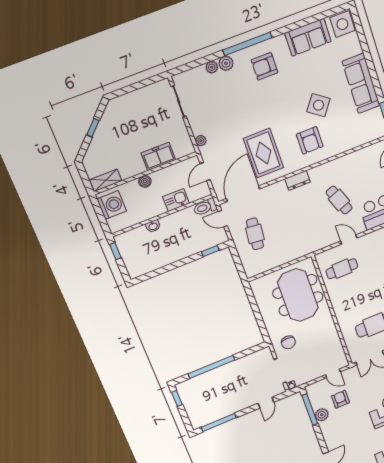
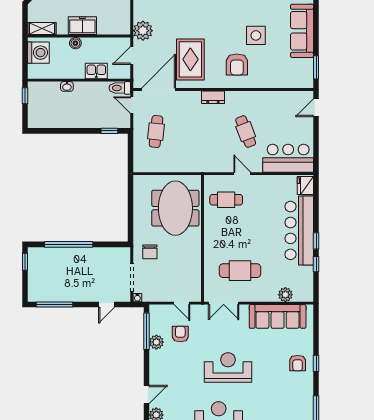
side table: (318, 105) -> (256, 35), turned -36
plant: (201, 141) -> (143, 31), width x1.87, depth x1.87
freezer: (158, 157) -> (82, 26), moved

